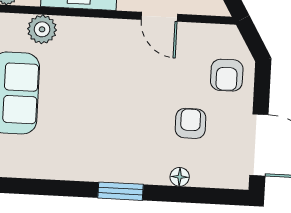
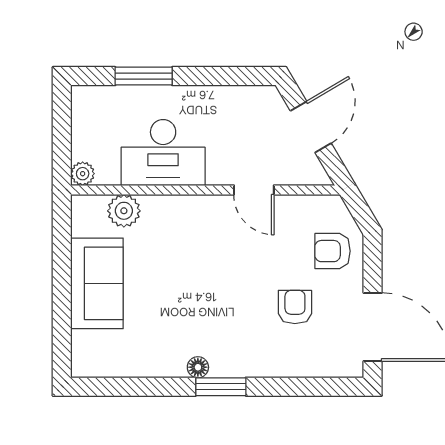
armchair: (227, 75) -> (333, 251), turned 90
floor lamp: (180, 177) -> (198, 367), moved

